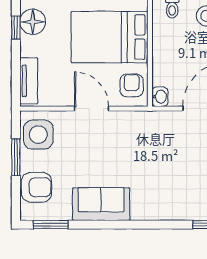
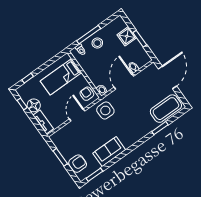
floor lamp: (33, 22) -> (34, 105), moved
bed: (110, 37) -> (61, 77), width x0.67
door: (92, 109) -> (77, 115), hinge flipped
side table: (38, 135) -> (105, 110), moved

